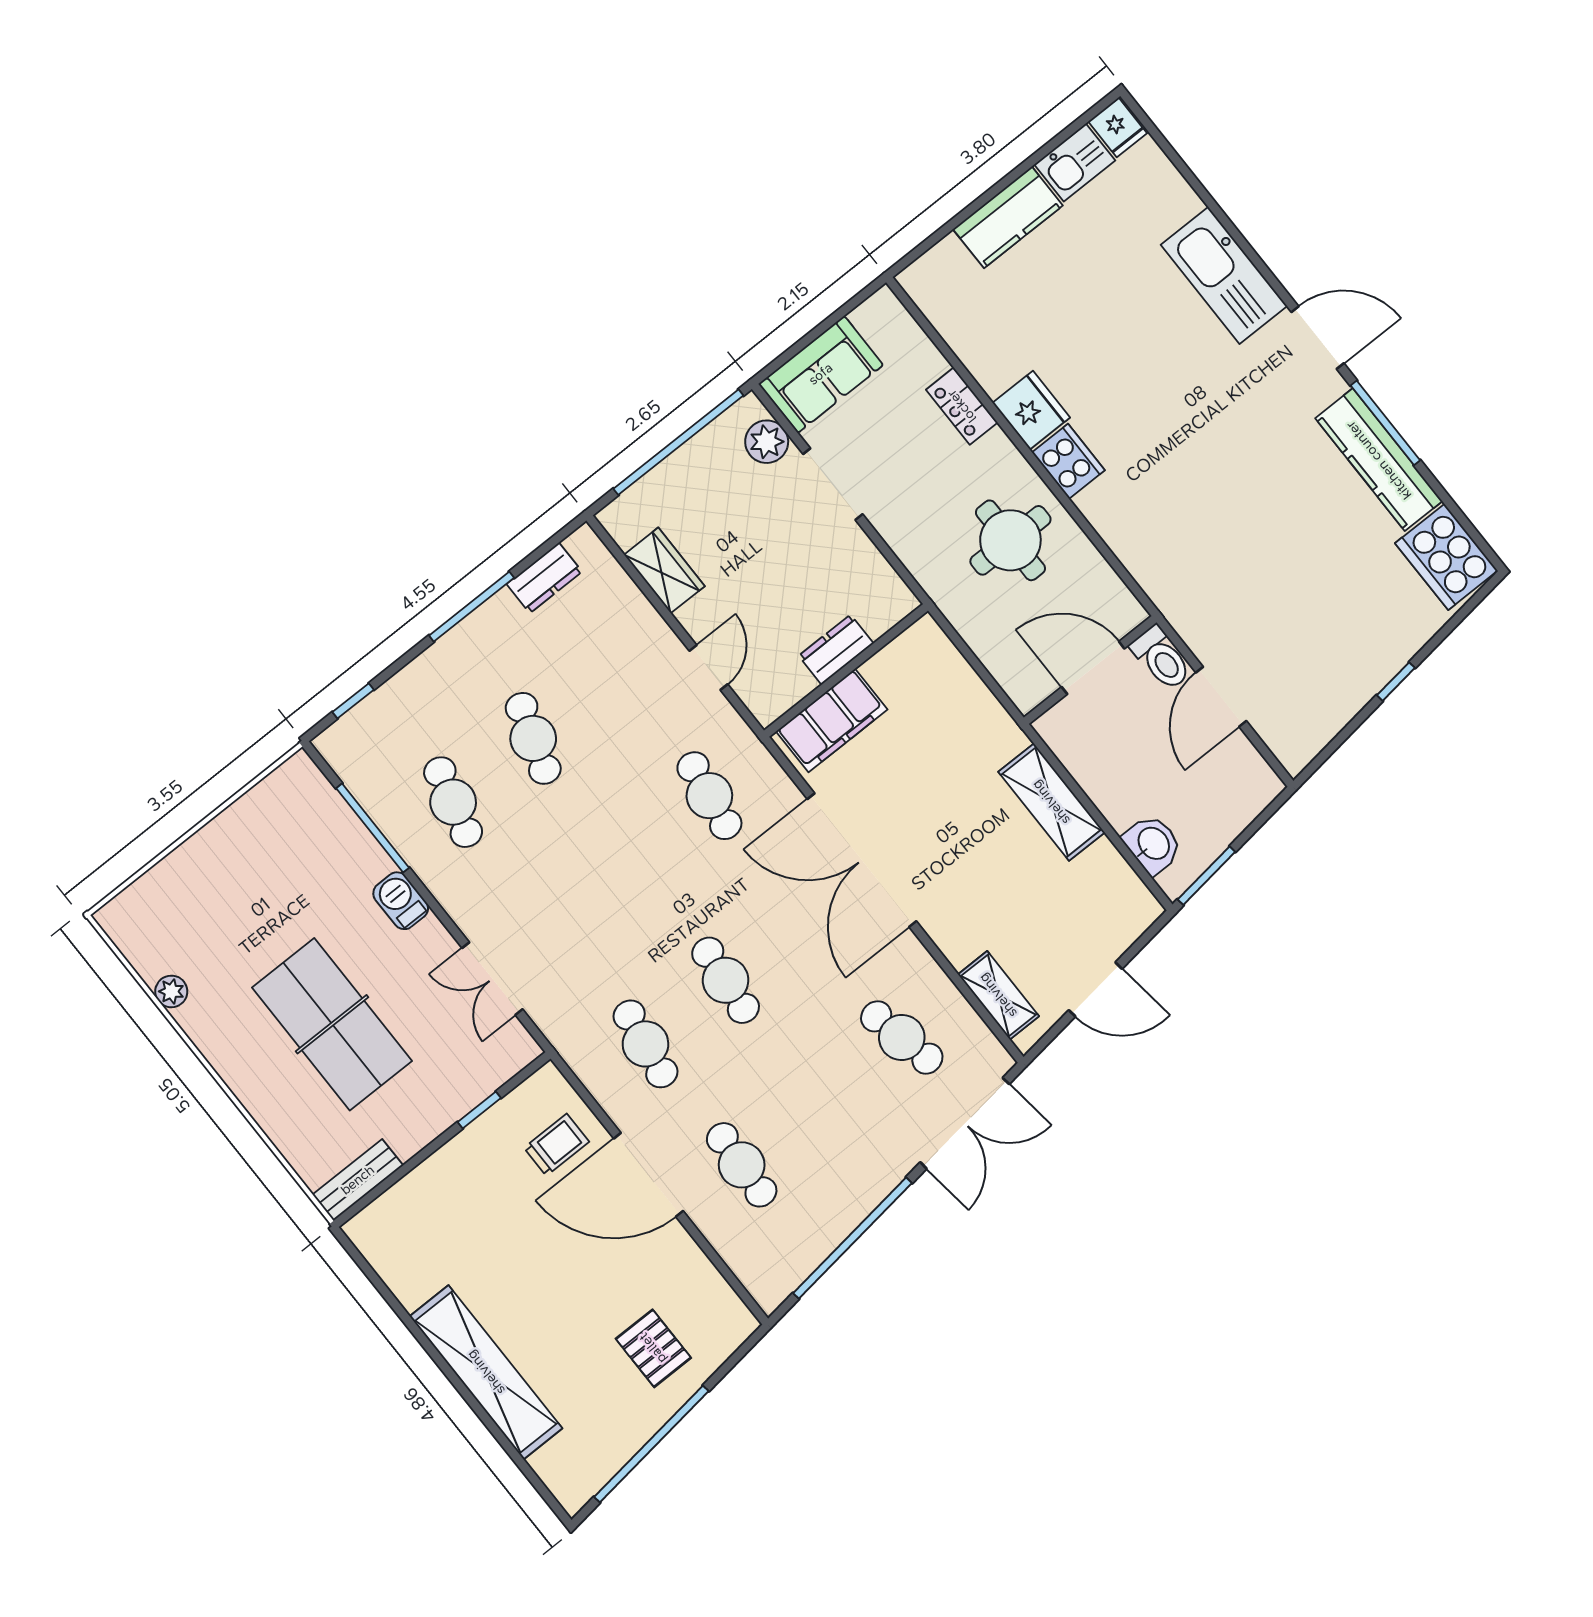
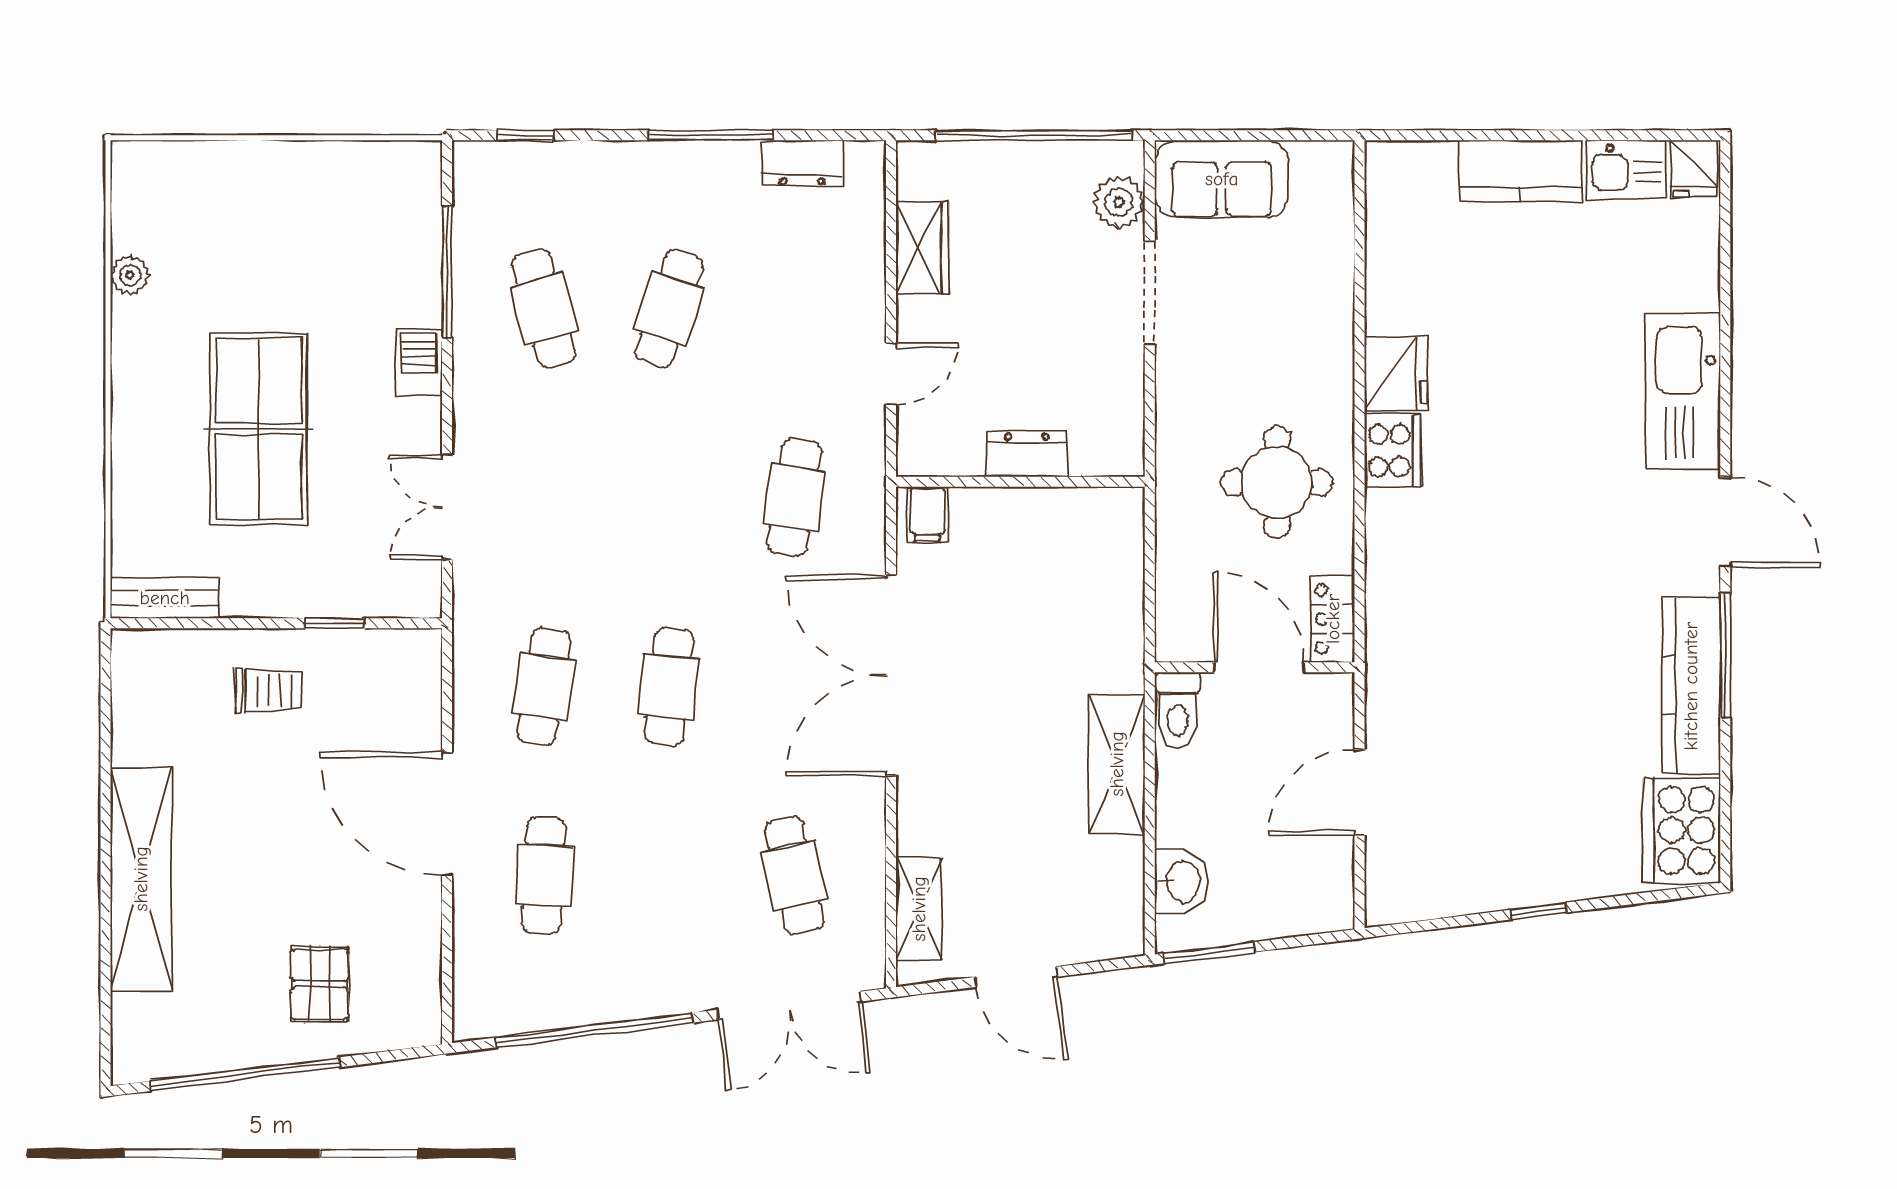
locker: (962, 406) -> (1333, 619), moved
toilet: (1161, 658) -> (1178, 710), moved
filing cabinet: (832, 720) -> (927, 514), width x0.33, depth x0.86
cafe table: (453, 802) -> (544, 308), turned -30
trolley: (556, 1145) -> (269, 691), moved

